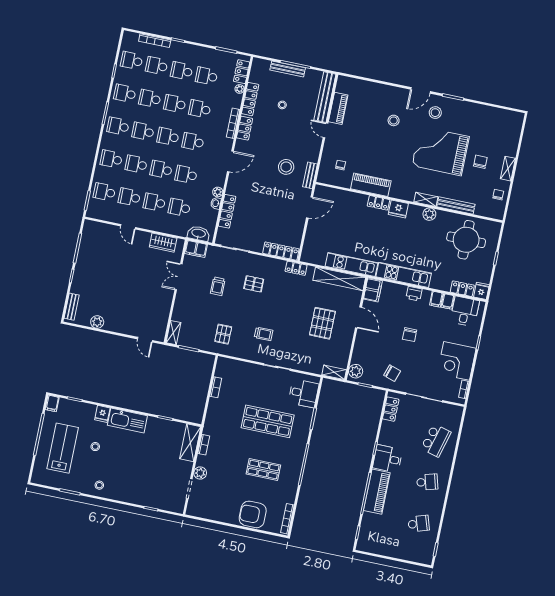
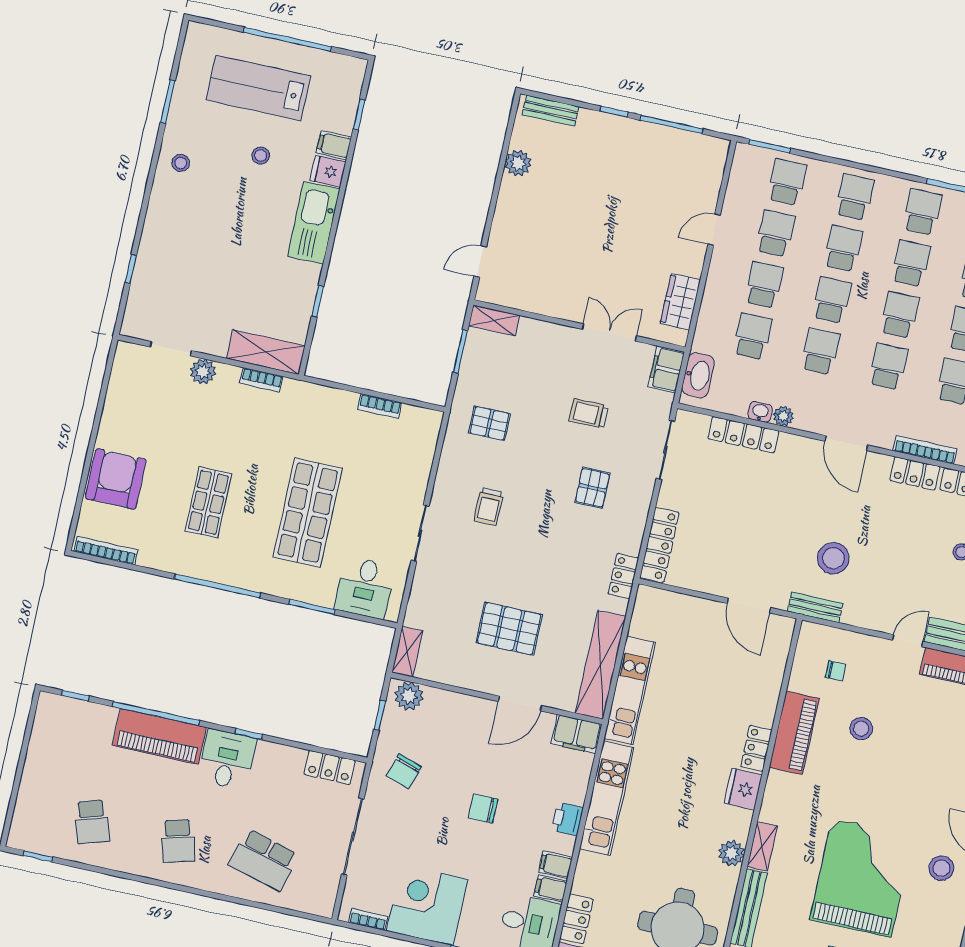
stool: (394, 120) -> (861, 729), moved
filing cabinet: (52, 403) -> (334, 145), moved
lab bench: (63, 448) -> (258, 88), turned 180

